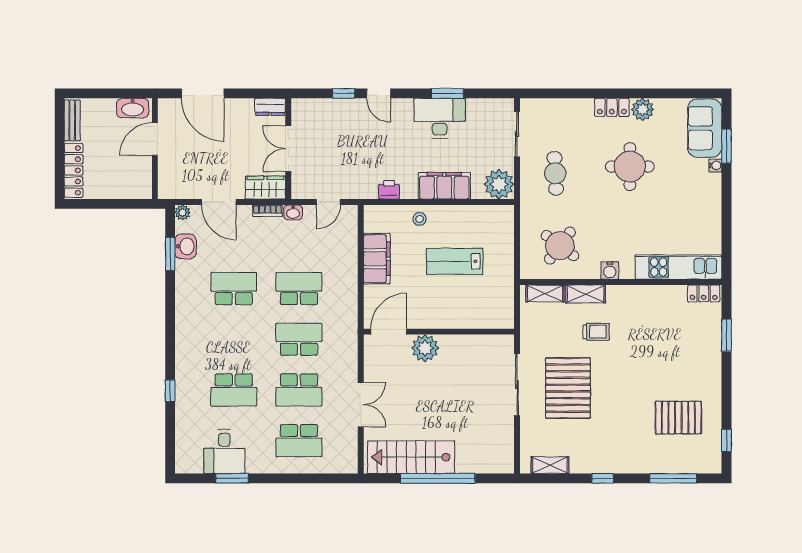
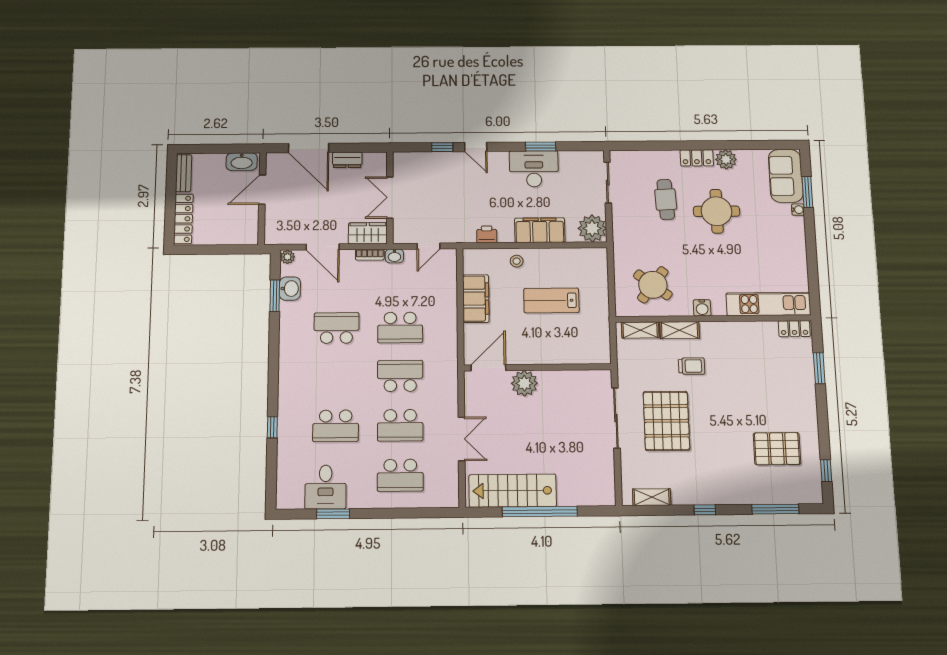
dresser: (270, 107) -> (347, 160), moved
cafe table: (555, 173) -> (666, 199), moved
school desk: (299, 289) -> (400, 327), turned 180

